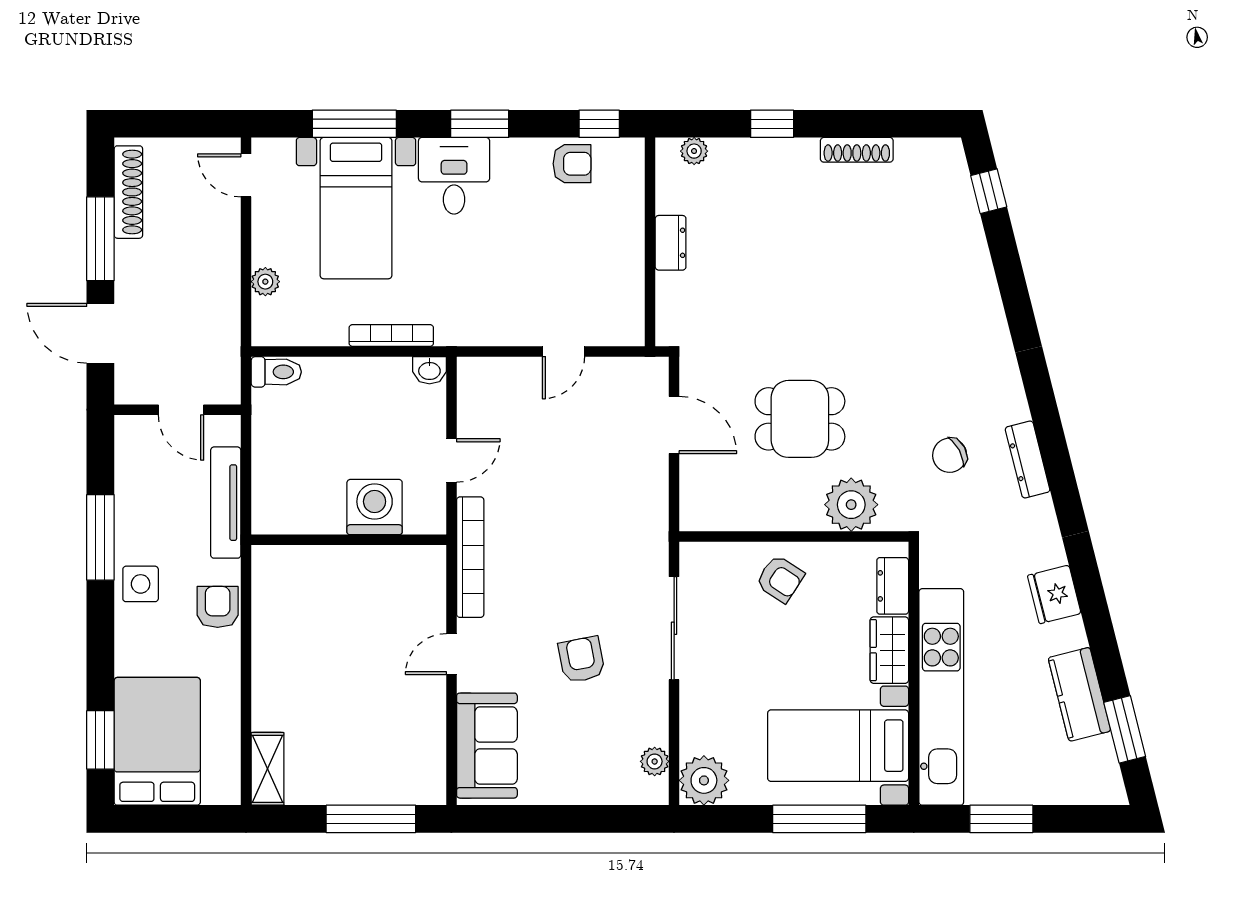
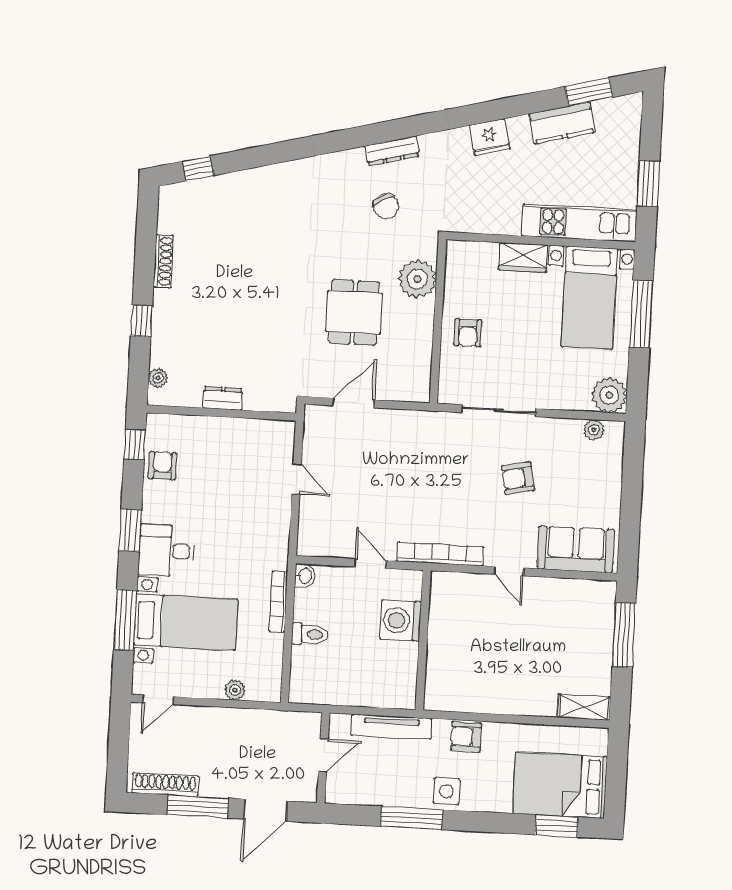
toilet: (276, 372) -> (310, 634), moved, turned 90
armchair: (780, 579) -> (468, 333), turned 147
dresser: (893, 586) -> (477, 252), removed
kitchen unit: (941, 697) -> (579, 223), width x0.73

